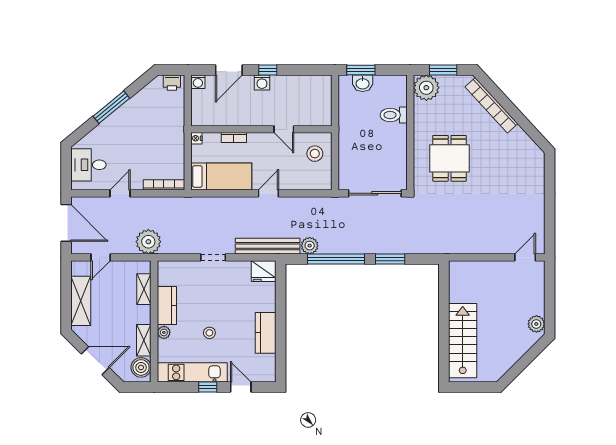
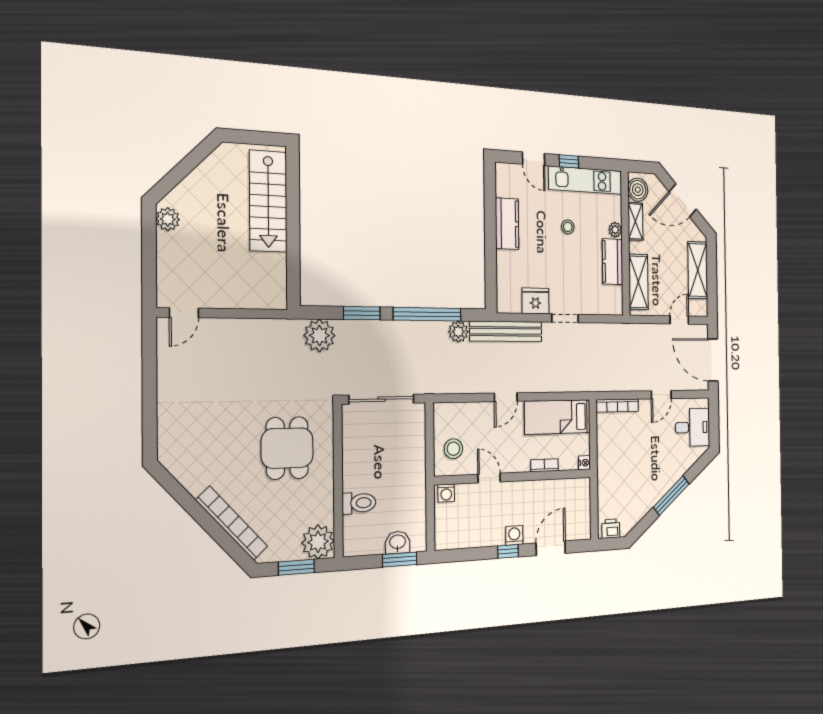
washing machine: (198, 82) -> (446, 493), moved, turned 180
plant: (148, 242) -> (319, 336), moved
fridge: (264, 271) -> (535, 301), moved
shelving: (144, 289) -> (638, 282), width x1.50, depth x1.33

